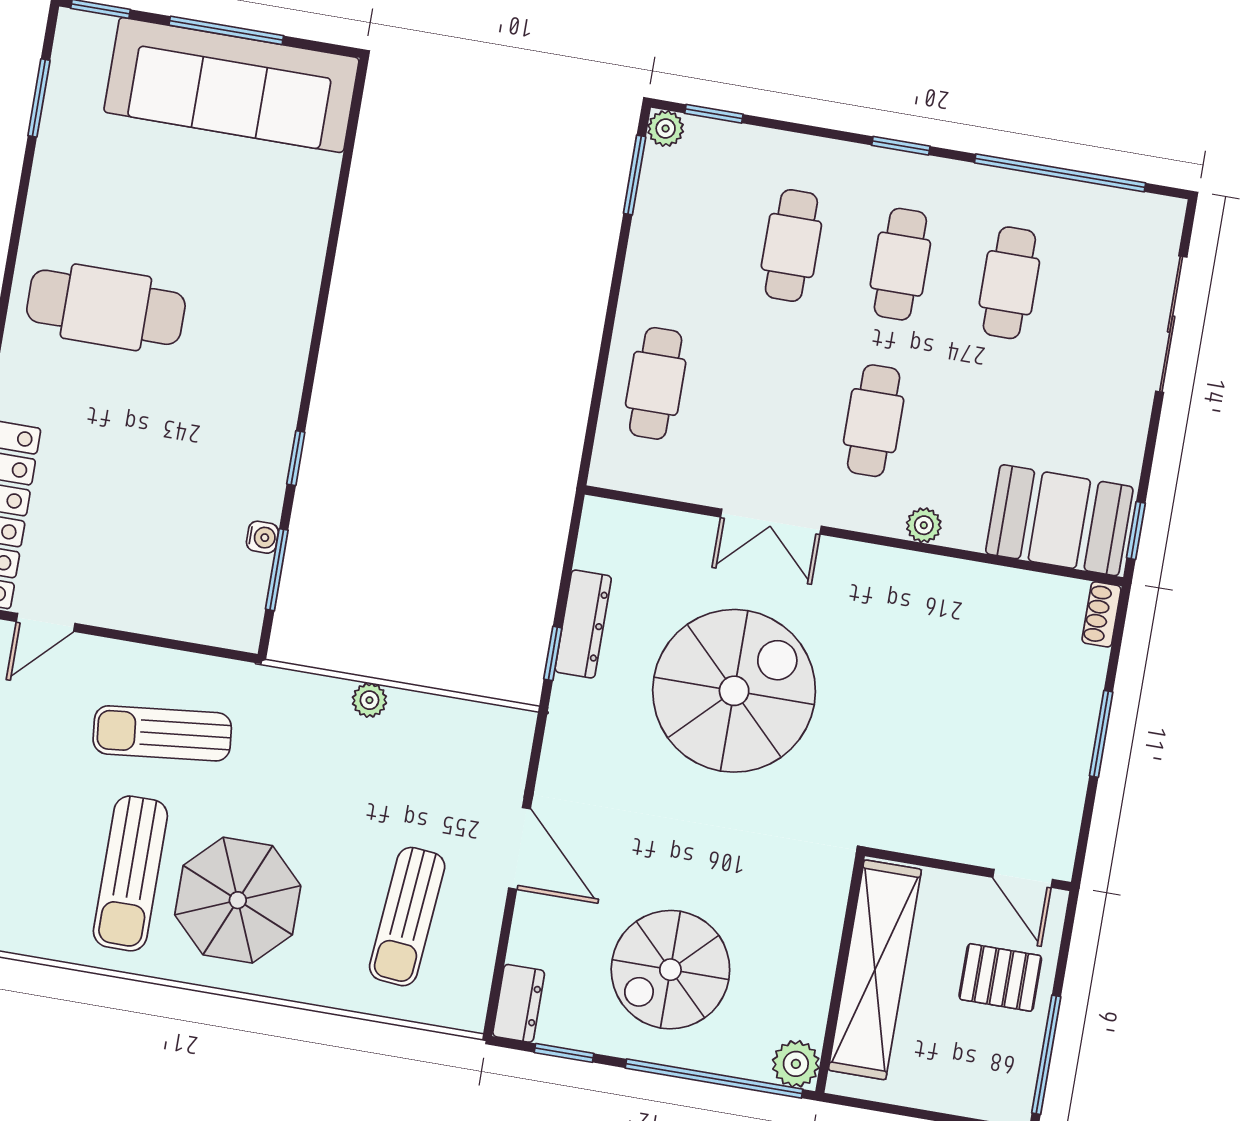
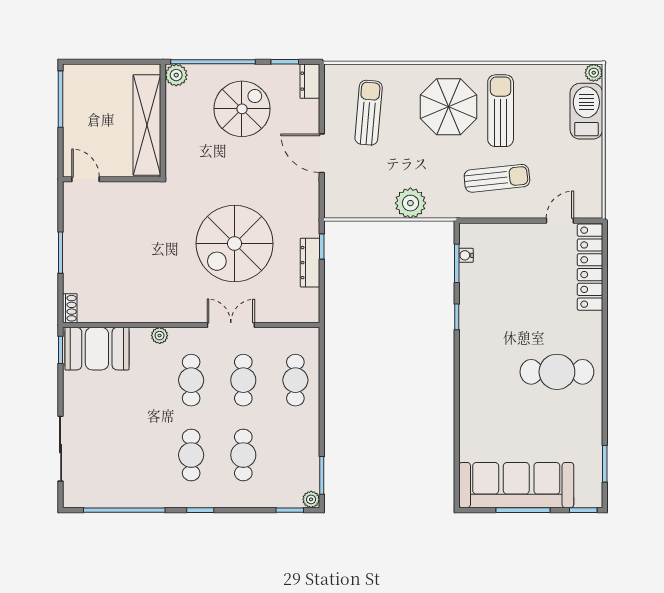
cafe table: (1009, 283) -> (243, 380), moved
water cooler: (262, 537) -> (466, 255), moved
plant: (369, 700) -> (410, 203), width x1.88, depth x1.88
pallet: (1000, 977) -> (88, 131), removed

